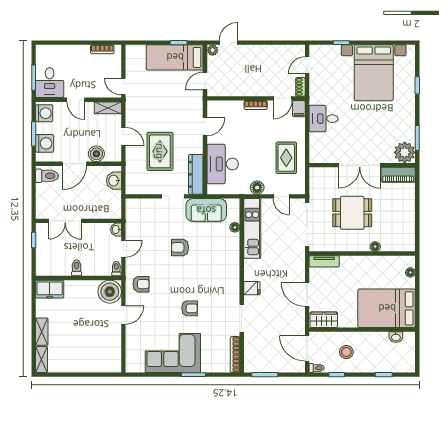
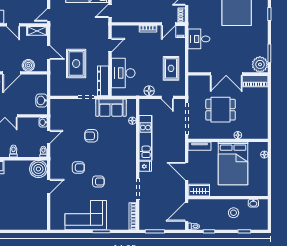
door: (123, 87) -> (49, 15), hinge flipped
washbasin: (114, 181) -> (42, 100), moved
kitchen unit: (252, 228) -> (145, 138), moved
armchair: (141, 284) -> (78, 167), moved
bed: (387, 308) -> (233, 163), moved, turned -90
door: (307, 348) -> (187, 212), hinge flipped
stool: (346, 352) -> (234, 213), moved

